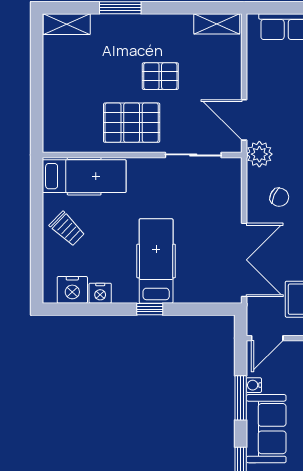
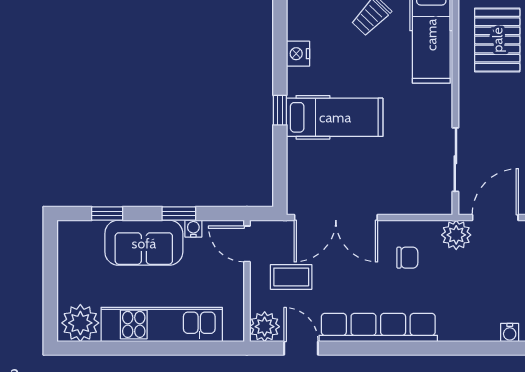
pallet: (132, 123) -> (497, 40), moved
chair: (279, 197) -> (407, 258), turned -115
nightstand: (72, 290) -> (302, 22), removed
window: (241, 398) -> (179, 214), width x0.67

